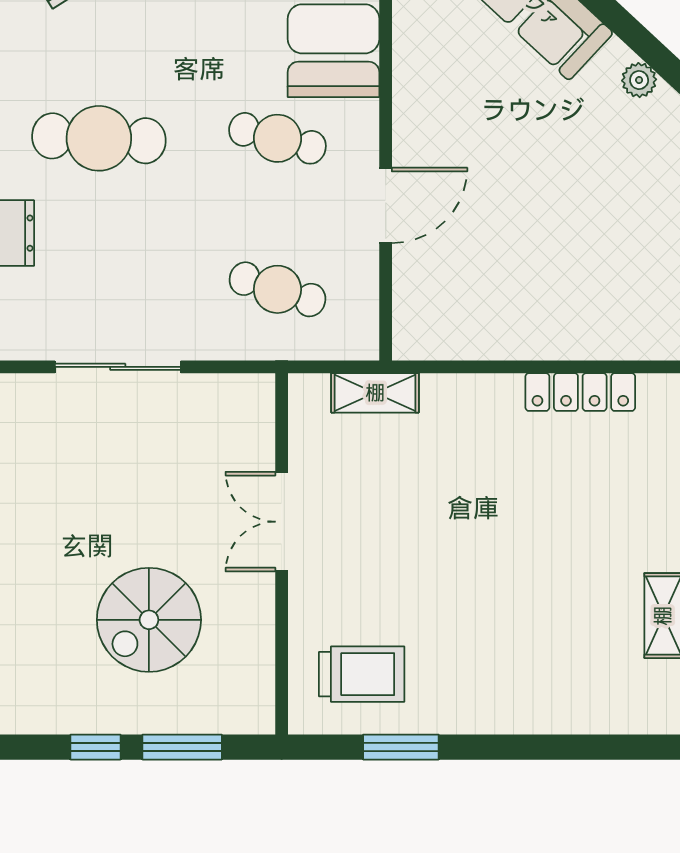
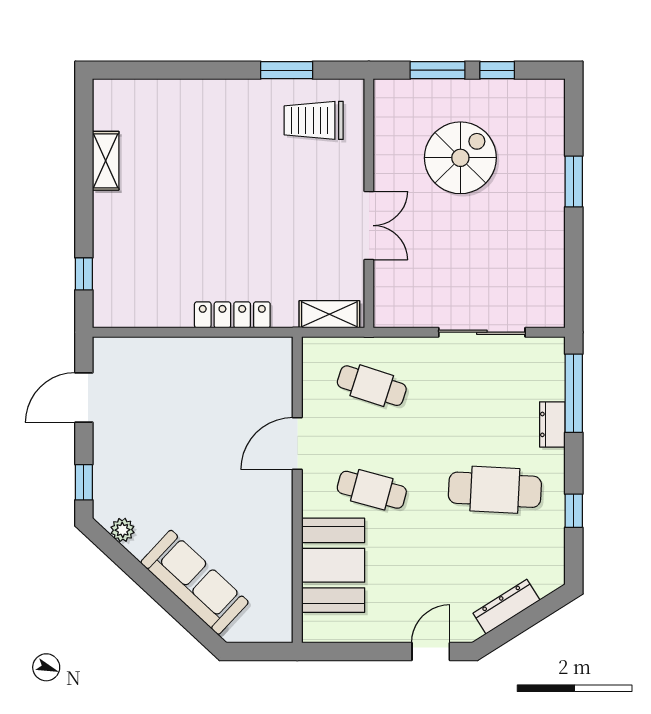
locker: (580, 392) -> (232, 315), moved
shelving: (375, 393) -> (329, 314), moved

